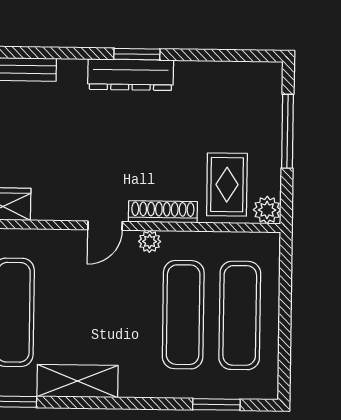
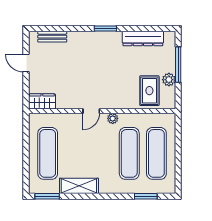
dresser: (131, 75) -> (143, 38), moved
plant: (267, 210) -> (169, 80), moved
shoe rack: (163, 212) -> (119, 104), removed

